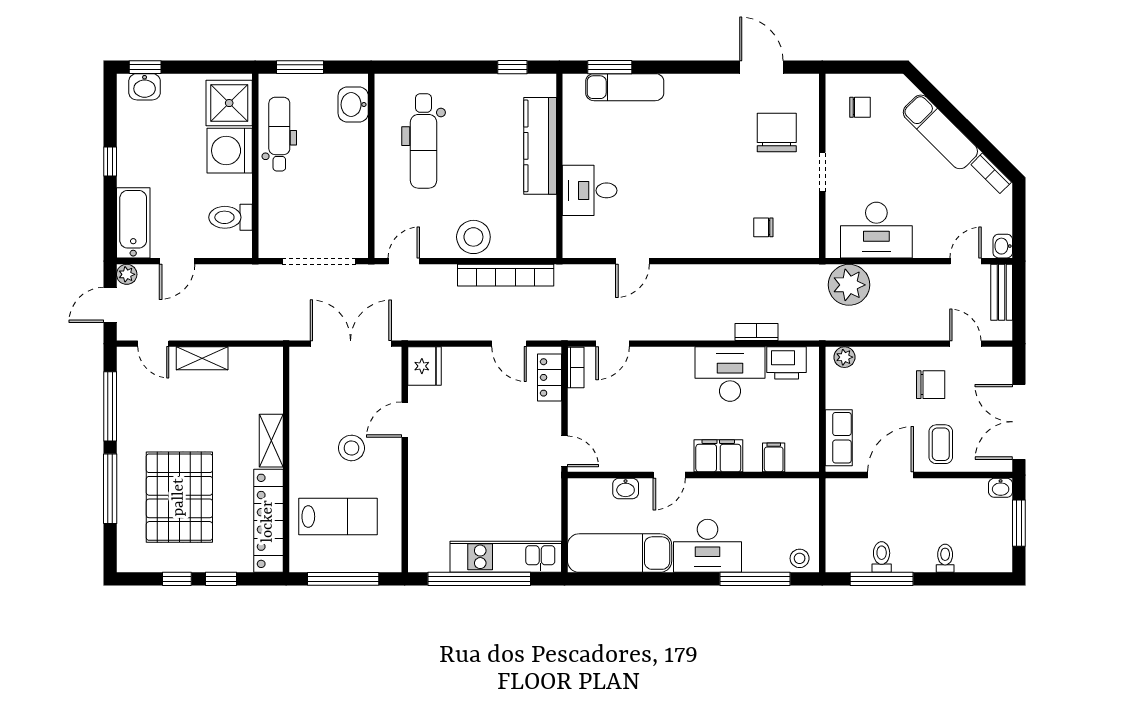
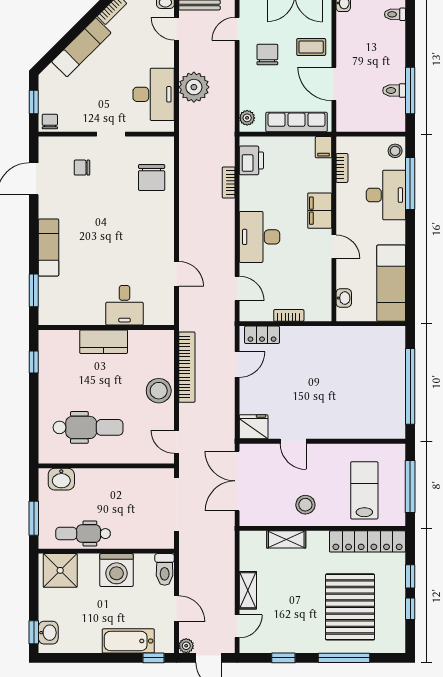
window: (866, 67) -> (34, 102), added
exam couch: (625, 87) -> (49, 247), moved
chair: (860, 107) -> (50, 122), moved
chair: (777, 133) -> (82, 168), width x0.54, depth x0.54
kitchen counter: (540, 146) -> (104, 342), width x0.67
washing machine: (230, 151) -> (117, 570), moved
window: (110, 161) -> (153, 658), moved
toilet: (231, 217) -> (165, 569), moved
bathtub: (133, 223) -> (128, 641), moved
chair: (763, 227) -> (152, 177), width x1.87, depth x1.87
plant: (849, 285) -> (194, 87), moved
bookcase: (576, 367) -> (289, 315), moved
desk: (730, 374) -> (260, 237), moved
window: (110, 406) -> (283, 658), width x0.46
row of seats: (839, 438) -> (297, 122), width x1.48
shelving: (271, 441) -> (286, 539), moved
stool: (351, 448) -> (305, 505), moved
door: (565, 451) -> (316, 324), removed
filing cabinet: (774, 457) -> (324, 147), moved, turned -90
bookcase: (776, 486) -> (342, 168), added
washbasin: (626, 489) -> (344, 298), moved
pallet: (179, 497) -> (350, 607), turned 90
desk: (708, 546) -> (386, 195), moved
kitchen unit: (506, 557) -> (394, 367), removed
toilet: (945, 558) -> (395, 14), moved

